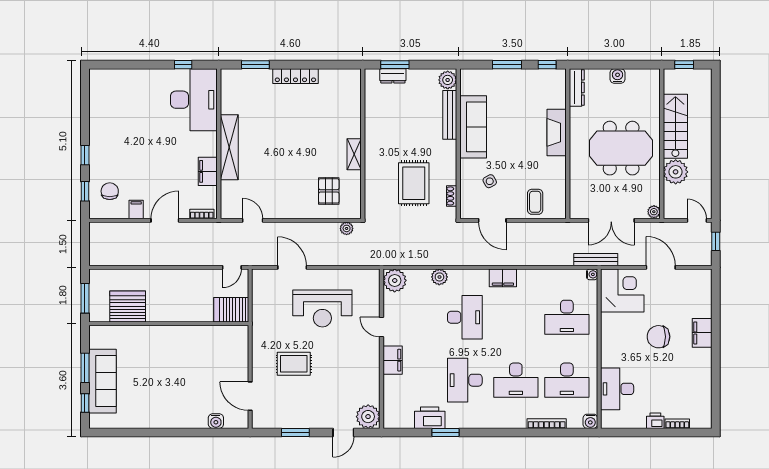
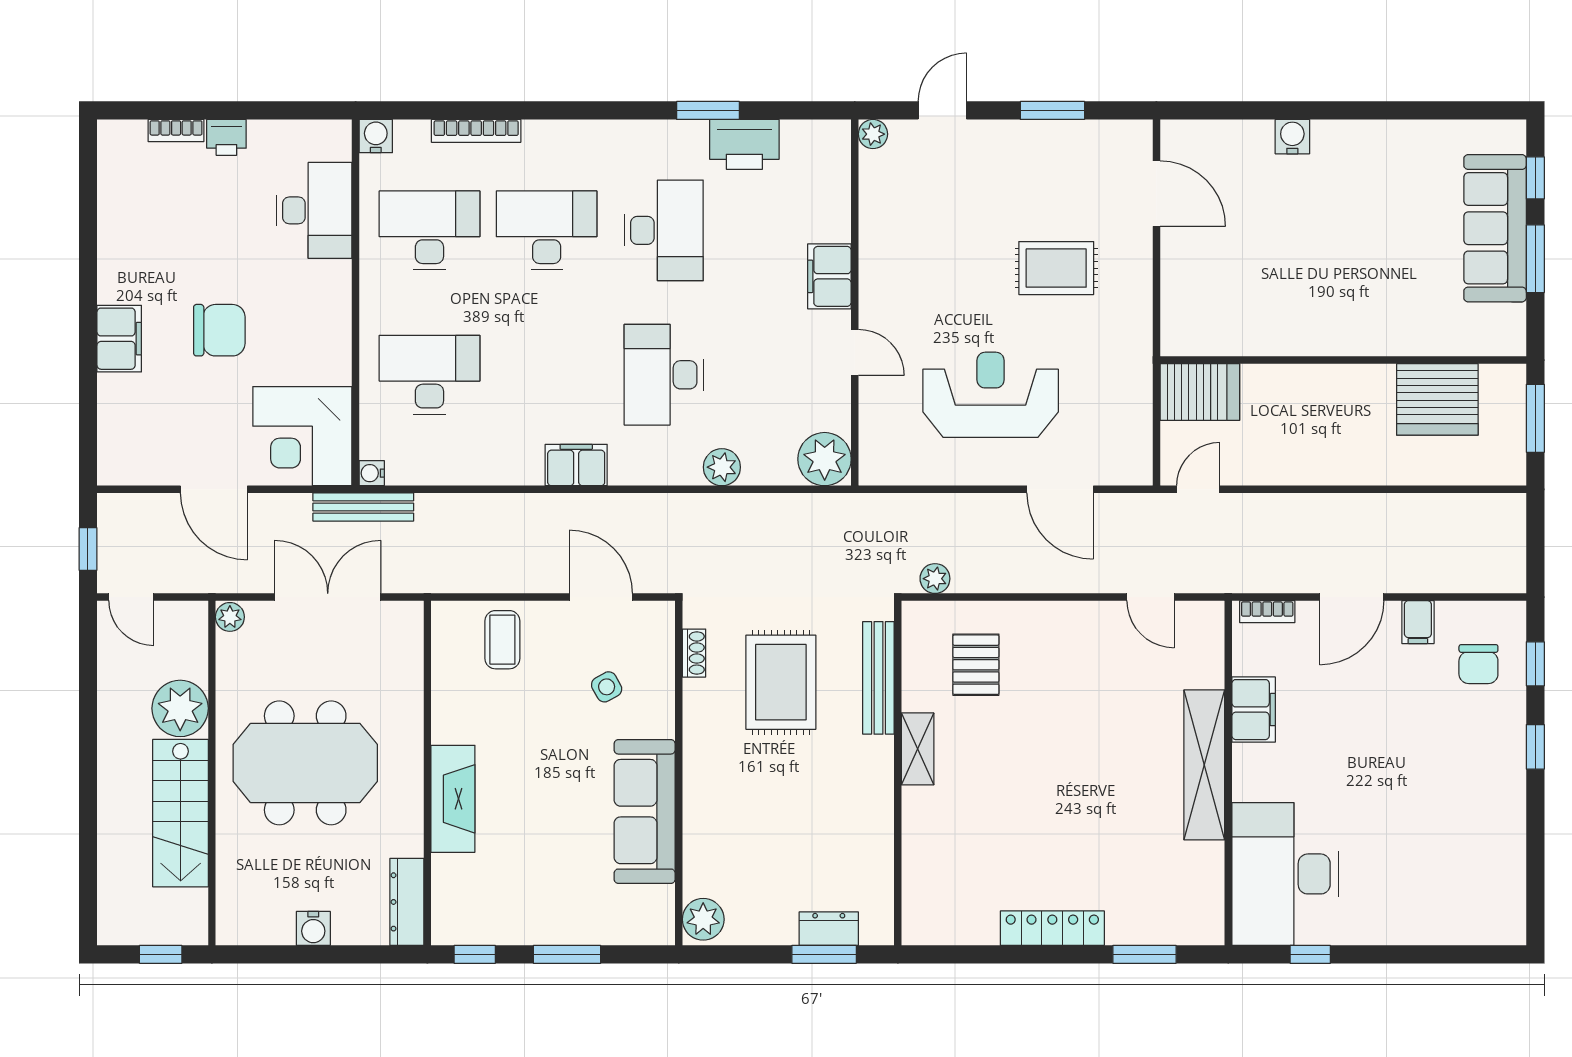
bench: (450, 115) -> (878, 678), moved
plant: (368, 417) -> (873, 134), width x0.53, depth x0.53
water cooler: (216, 421) -> (1292, 137), moved

